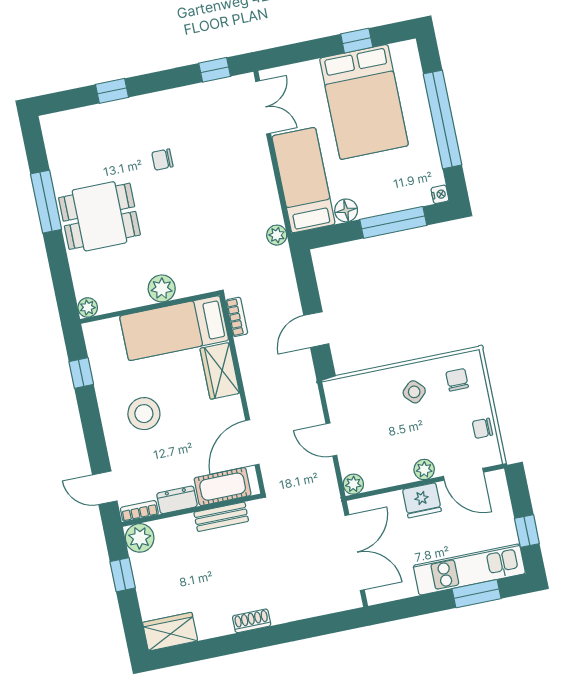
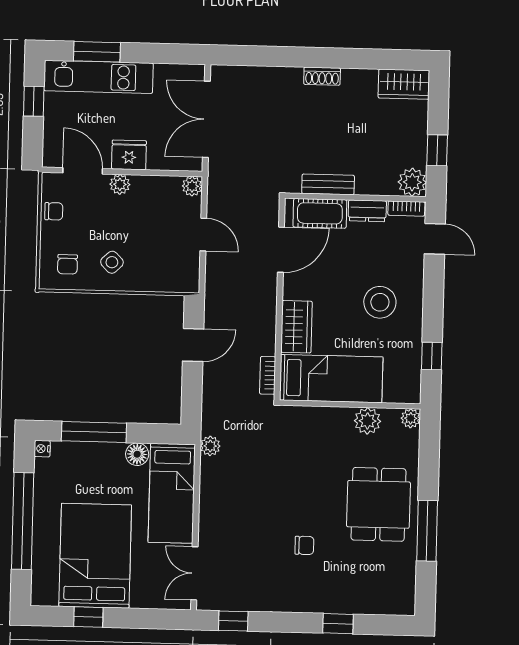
dining table: (99, 216) -> (378, 504), turned 90
plant: (162, 288) -> (367, 421), moved

